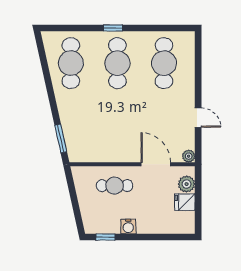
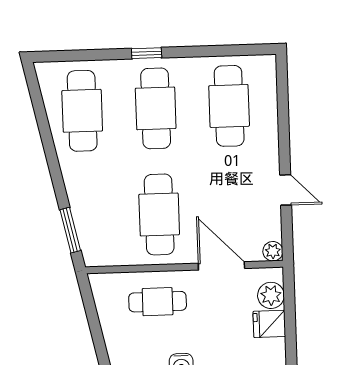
cafe table: (117, 130) -> (159, 214), added

